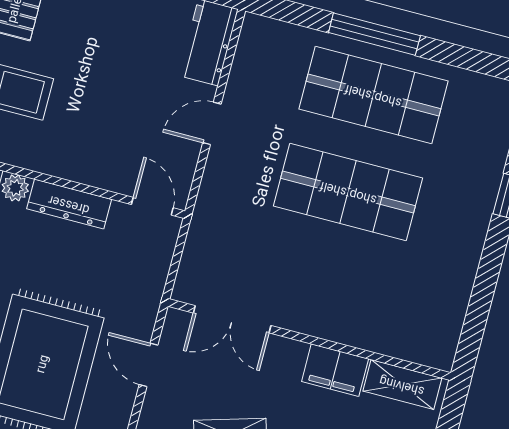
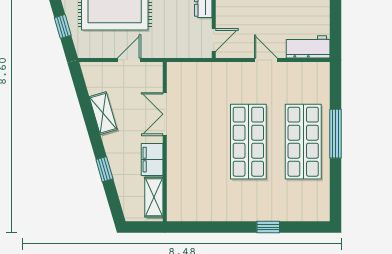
double door: (232, 319) -> (165, 114), moved

